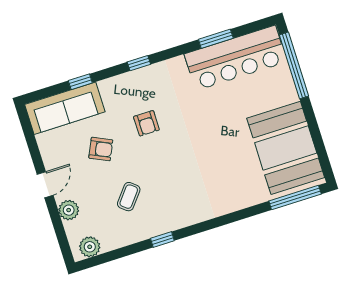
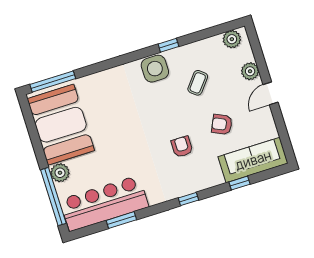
plant: (286, 93) -> (60, 173), added
side table: (178, 213) -> (155, 69), added

